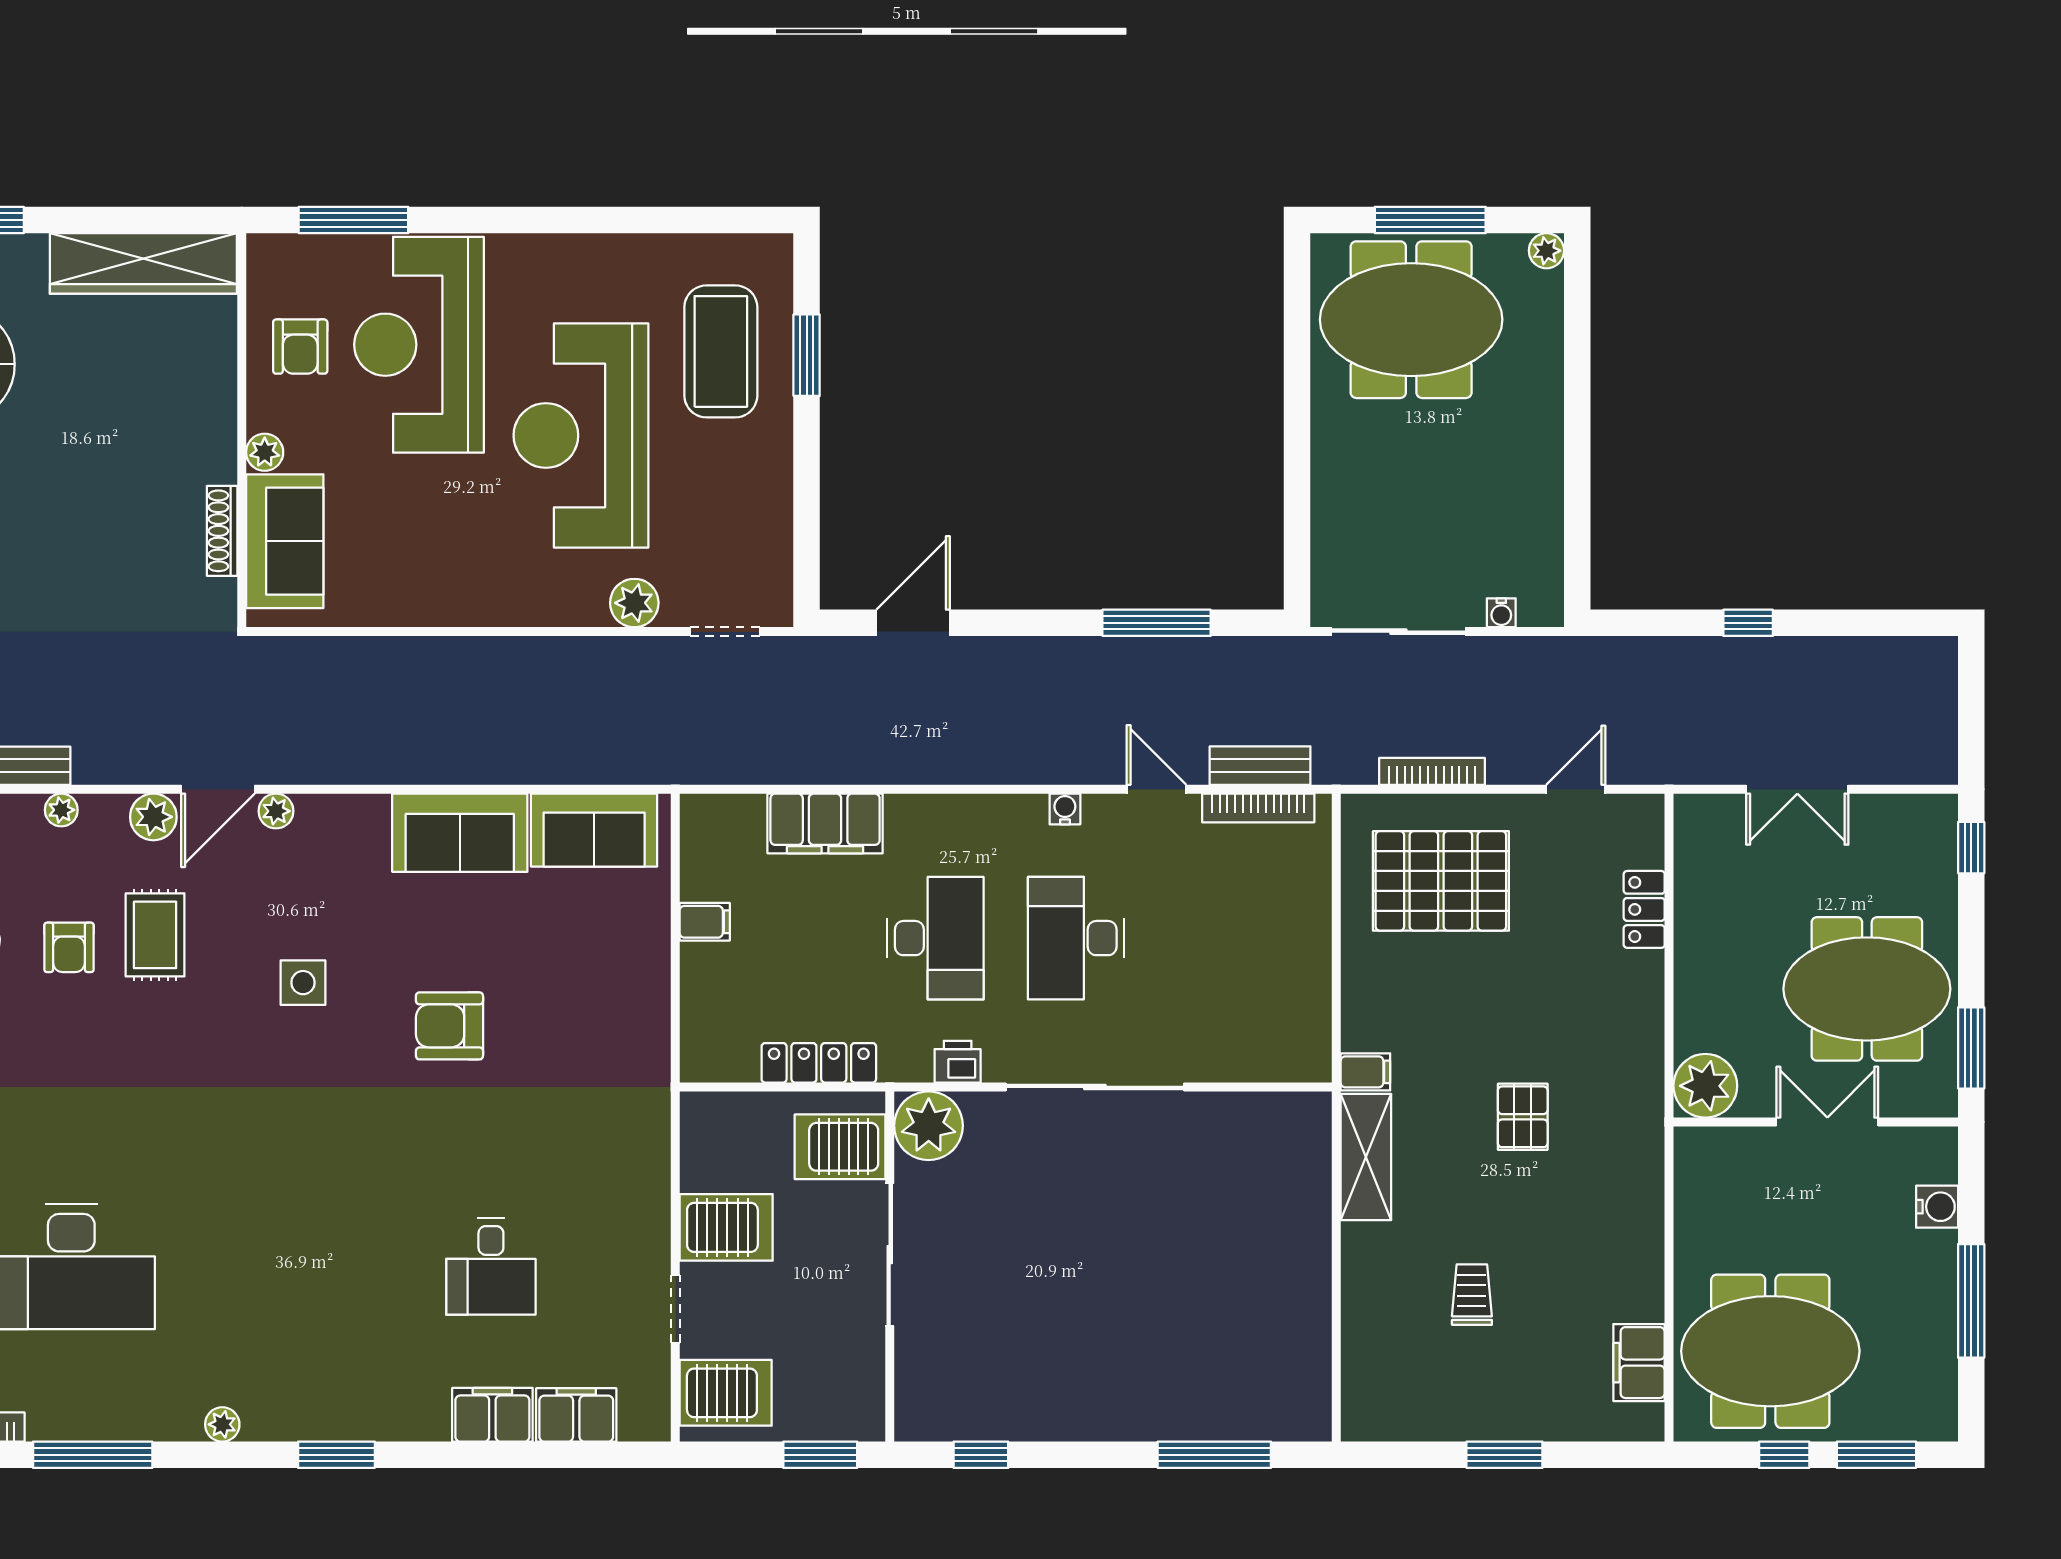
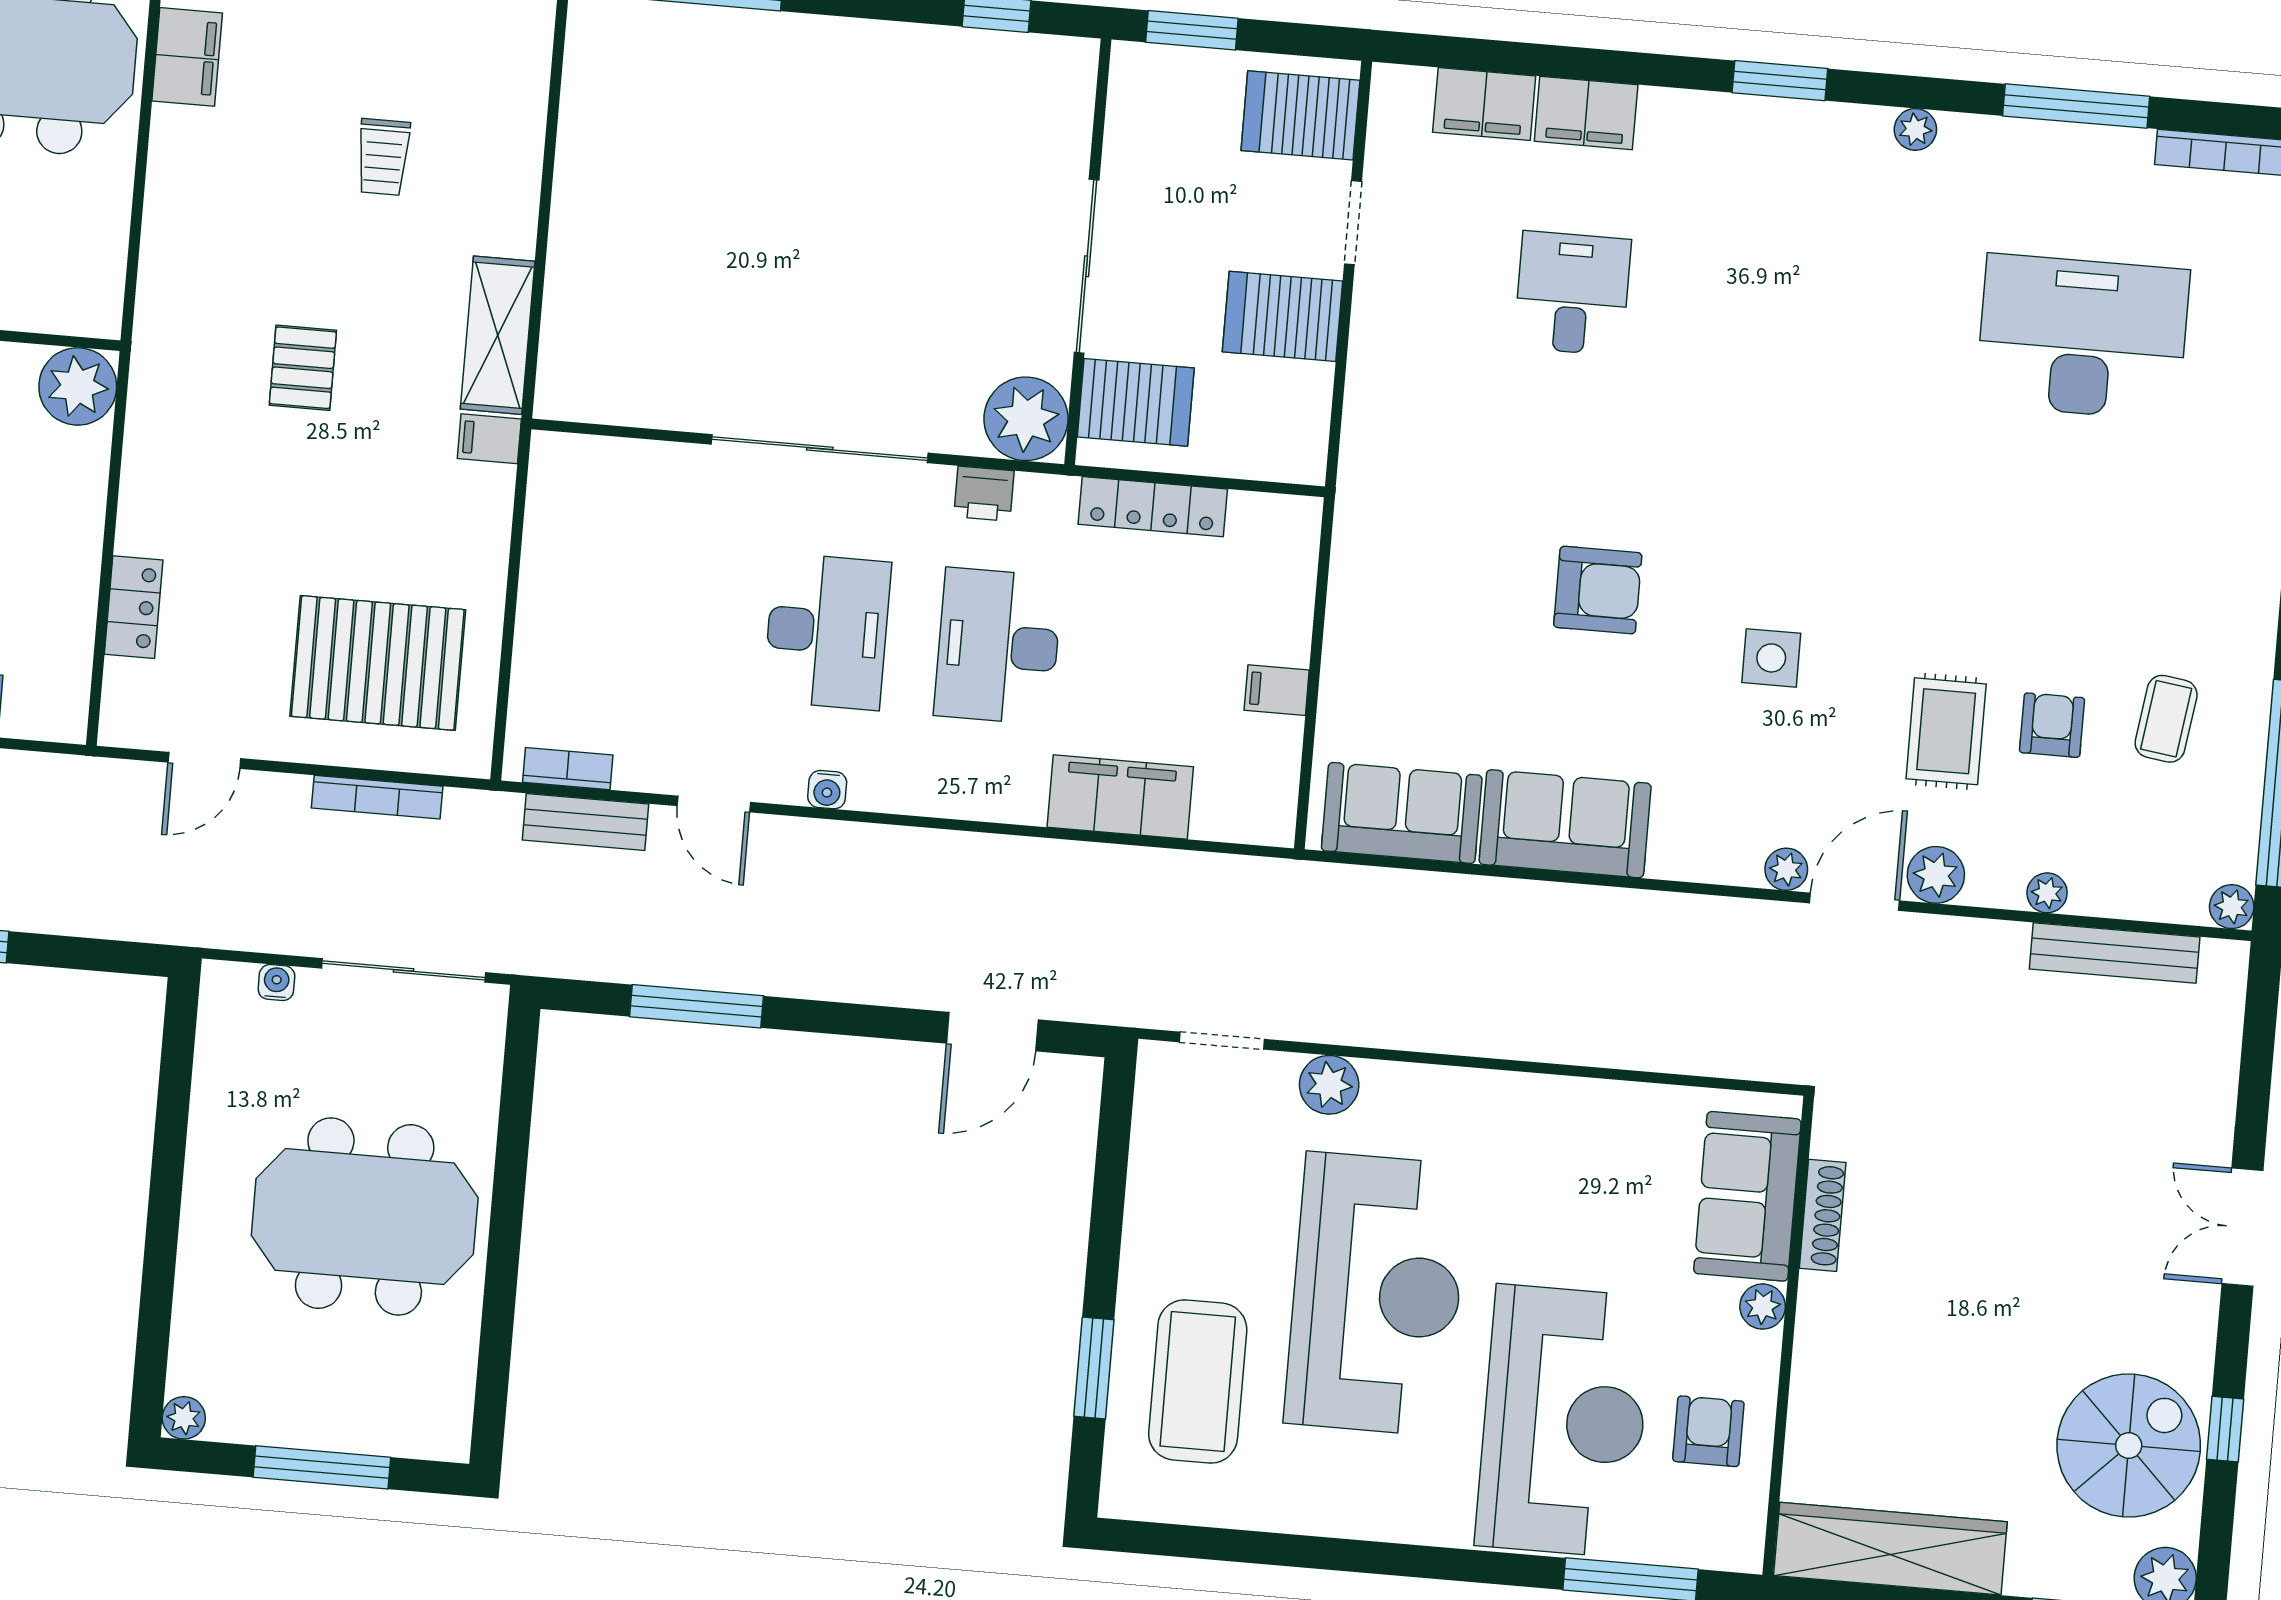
meeting table: (1411, 320) -> (365, 1217), moved
bookcase: (1258, 808) -> (568, 769), width x0.64

